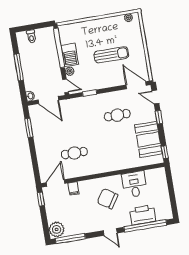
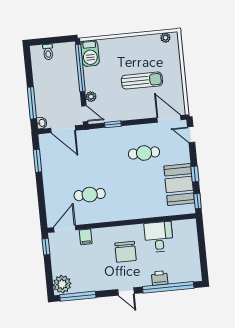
barbecue: (70, 55) -> (90, 53), moved
window: (19, 67) -> (32, 103), moved
window: (159, 117) -> (195, 174), moved
chair: (108, 199) -> (125, 252), turned -123
printer: (143, 215) -> (160, 278), width x0.53, depth x0.68

